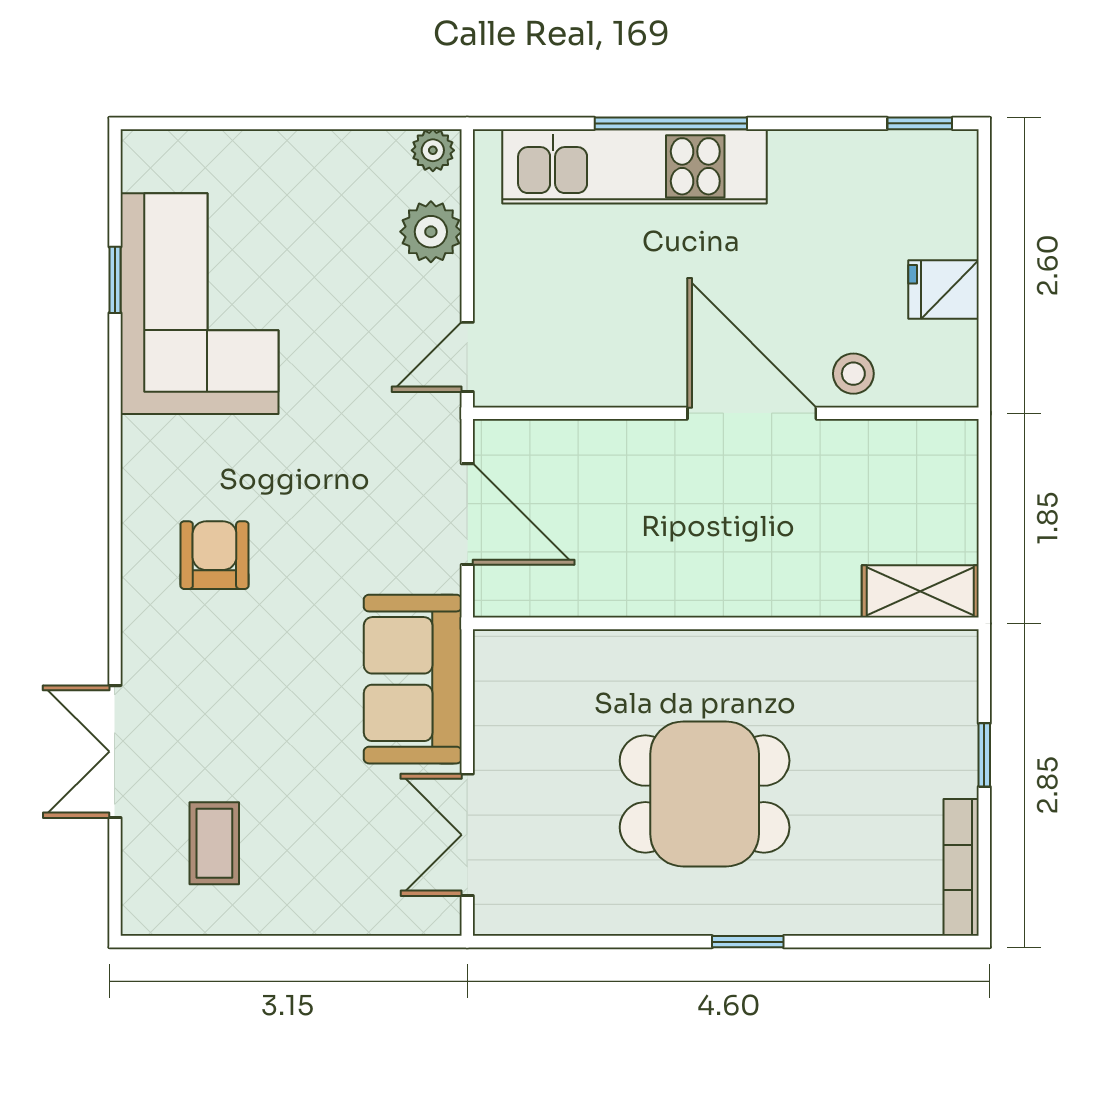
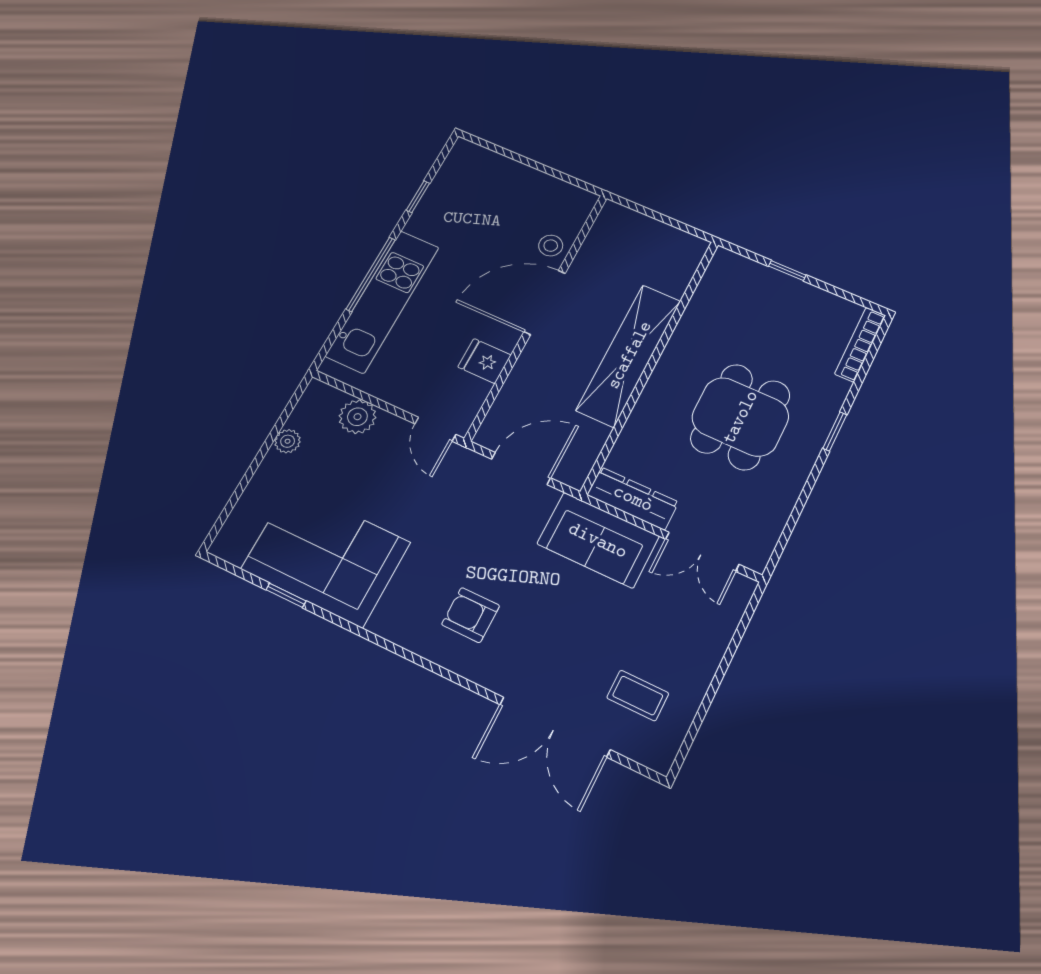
window: (920, 123) -> (418, 197), moved
plant: (433, 150) -> (288, 441), moved
fridge: (944, 289) -> (484, 361), moved, turned 90
shelving: (920, 591) -> (629, 355), moved, width x2.20, depth x1.33
dresser: (500, 698) -> (633, 498), added
double door: (115, 752) -> (555, 727), width x1.37
bookcase: (961, 867) -> (860, 344), moved, turned 90

